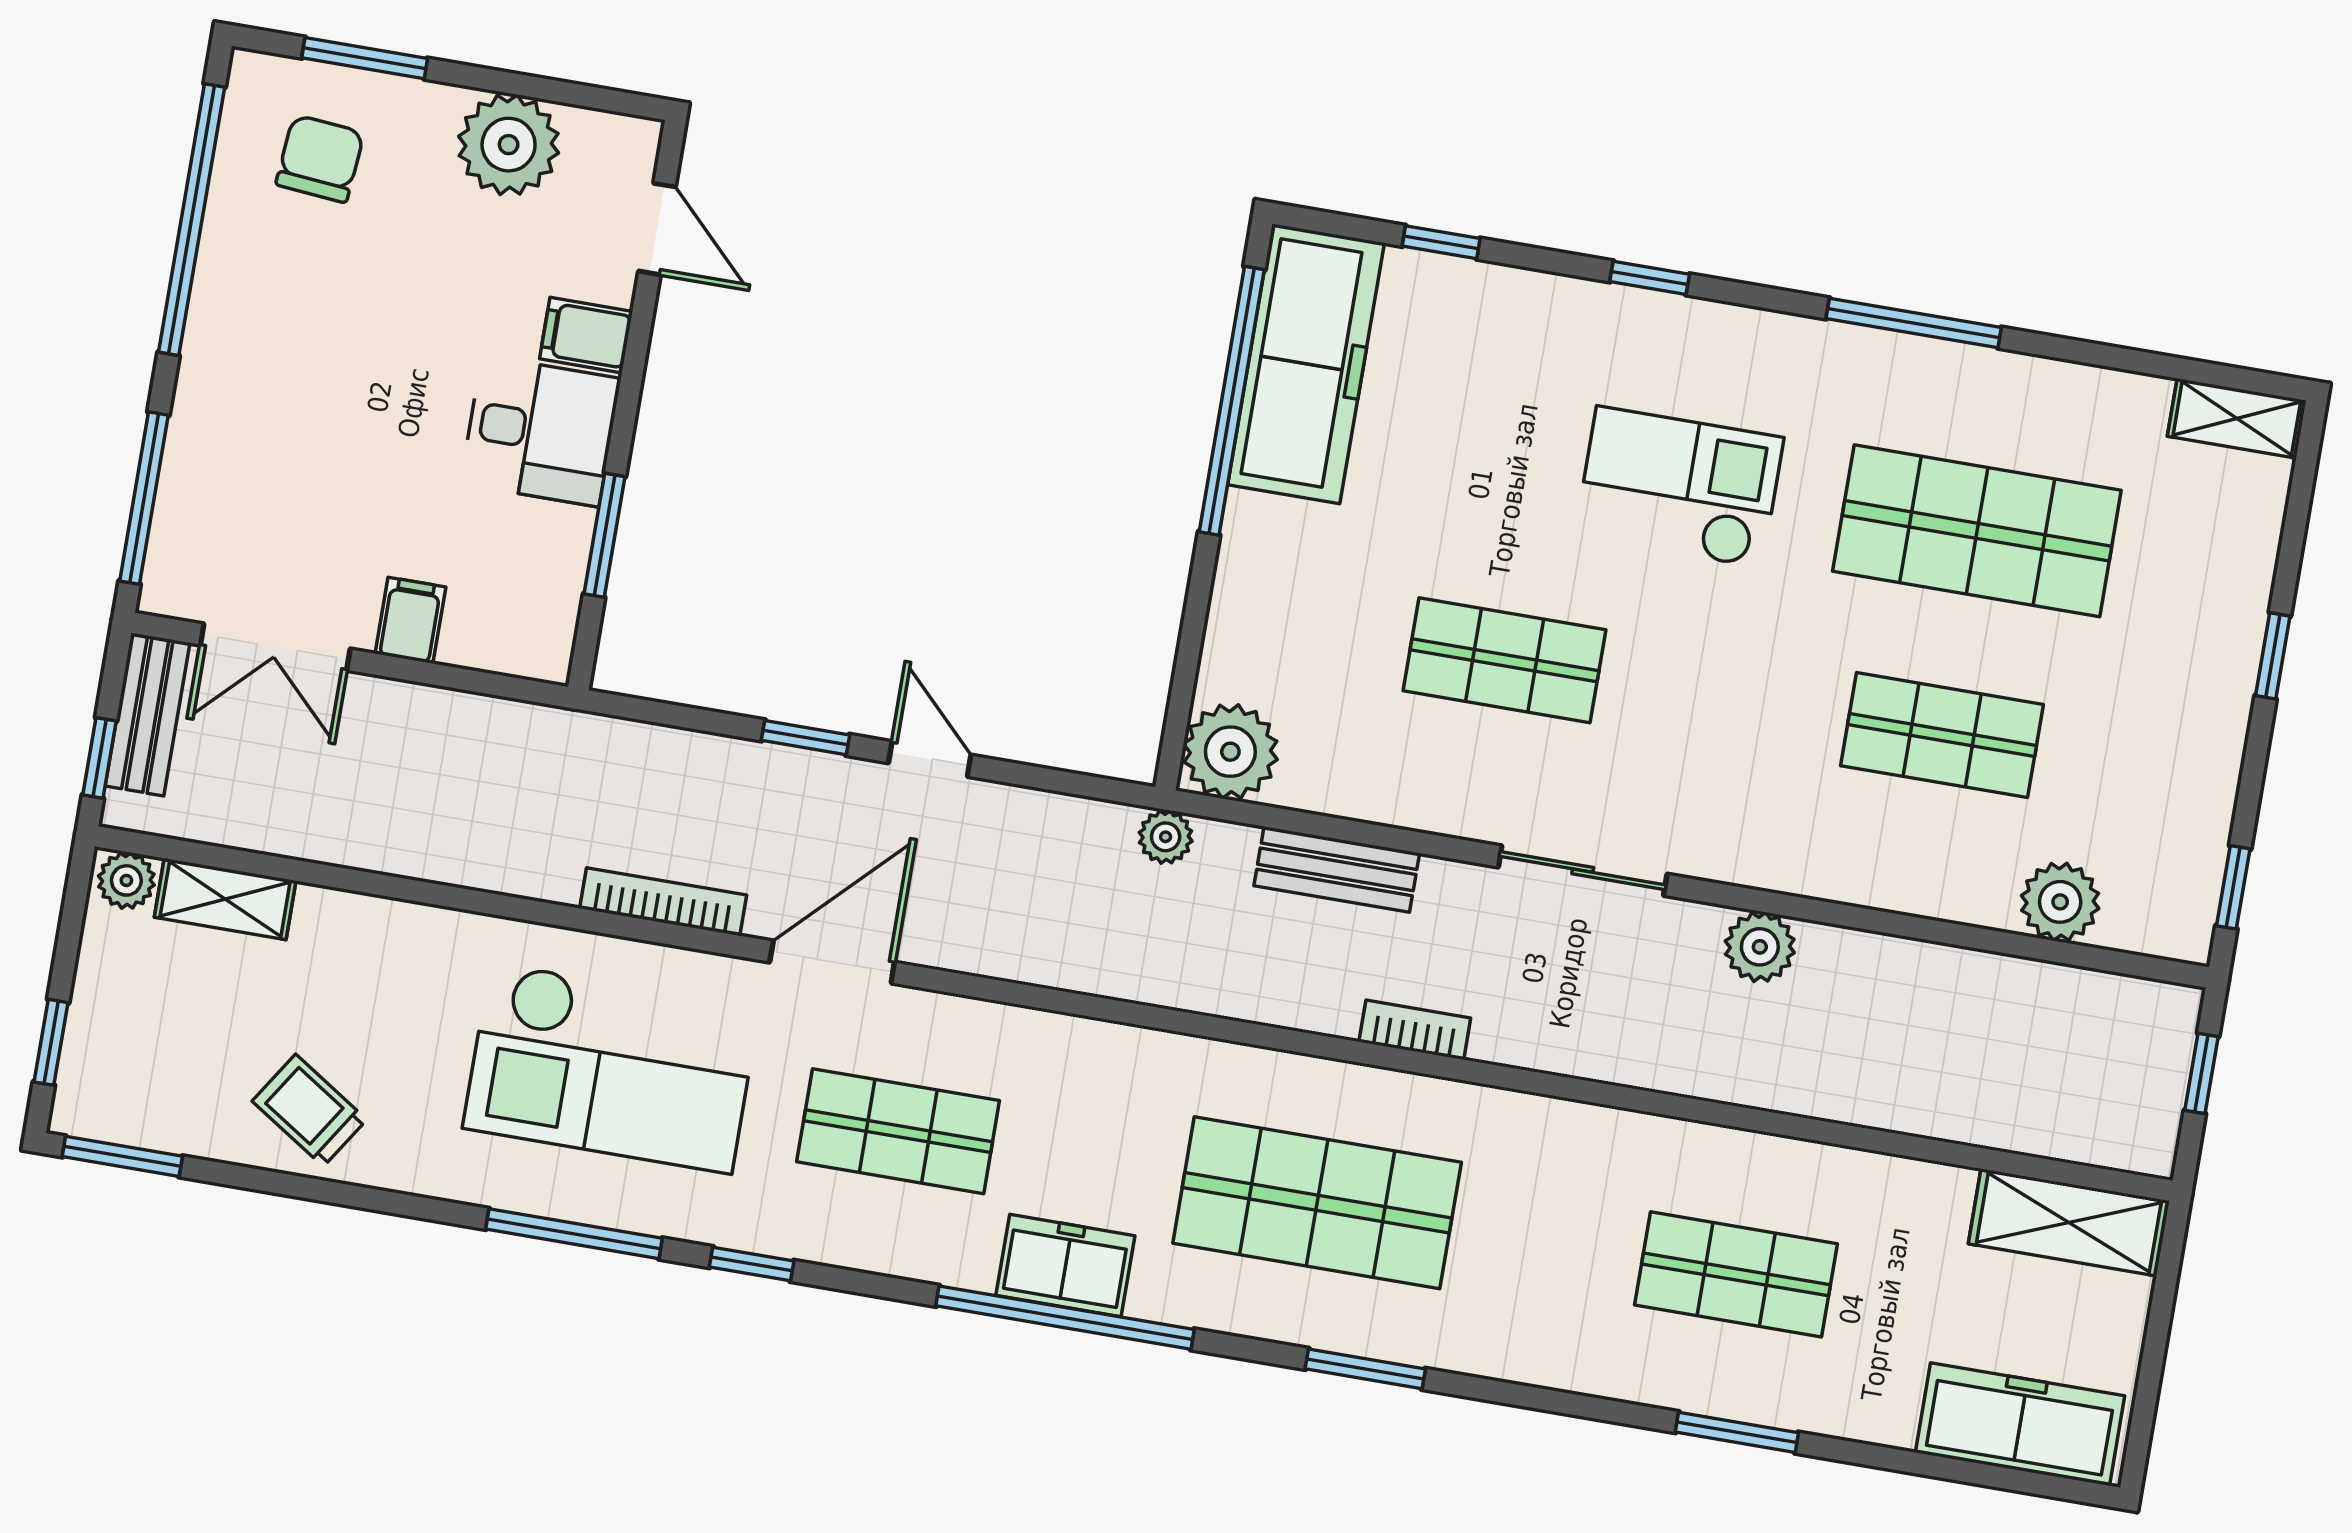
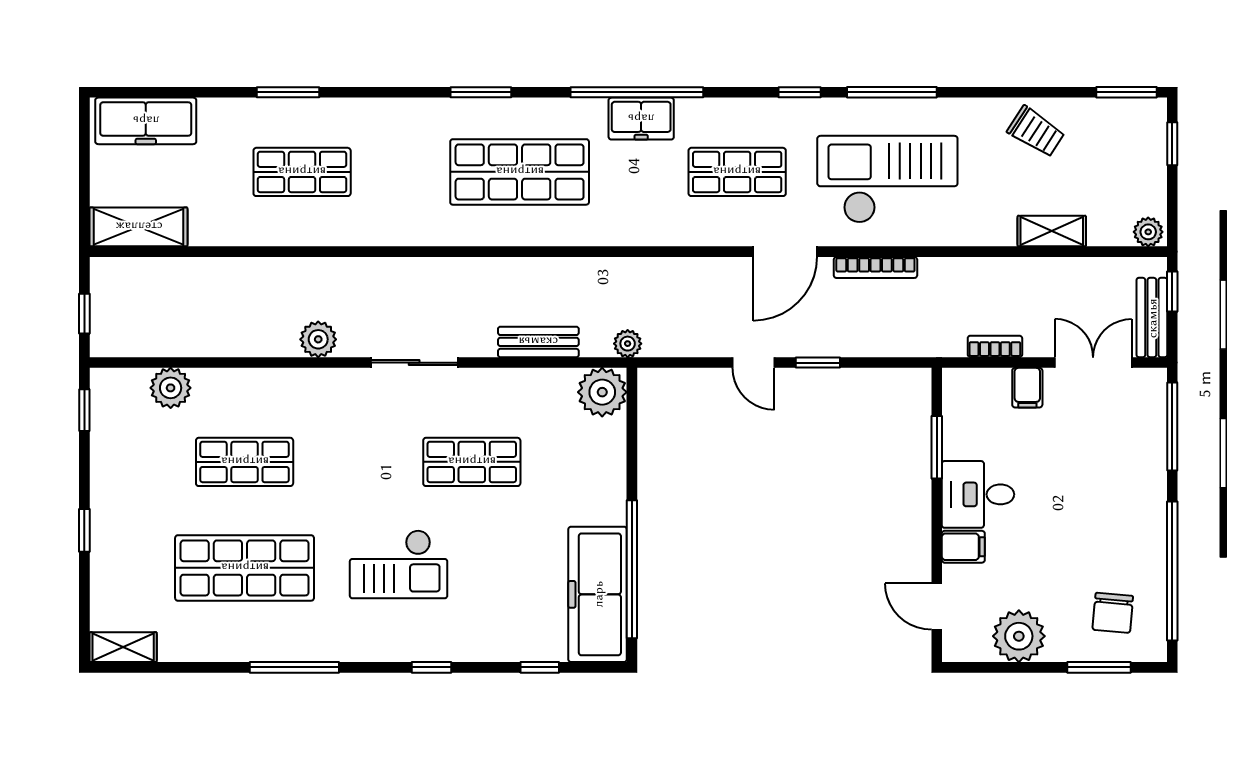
shelving: (225, 899) -> (1052, 231), moved
bookcase: (1415, 1030) -> (995, 346), moved, turned 180

